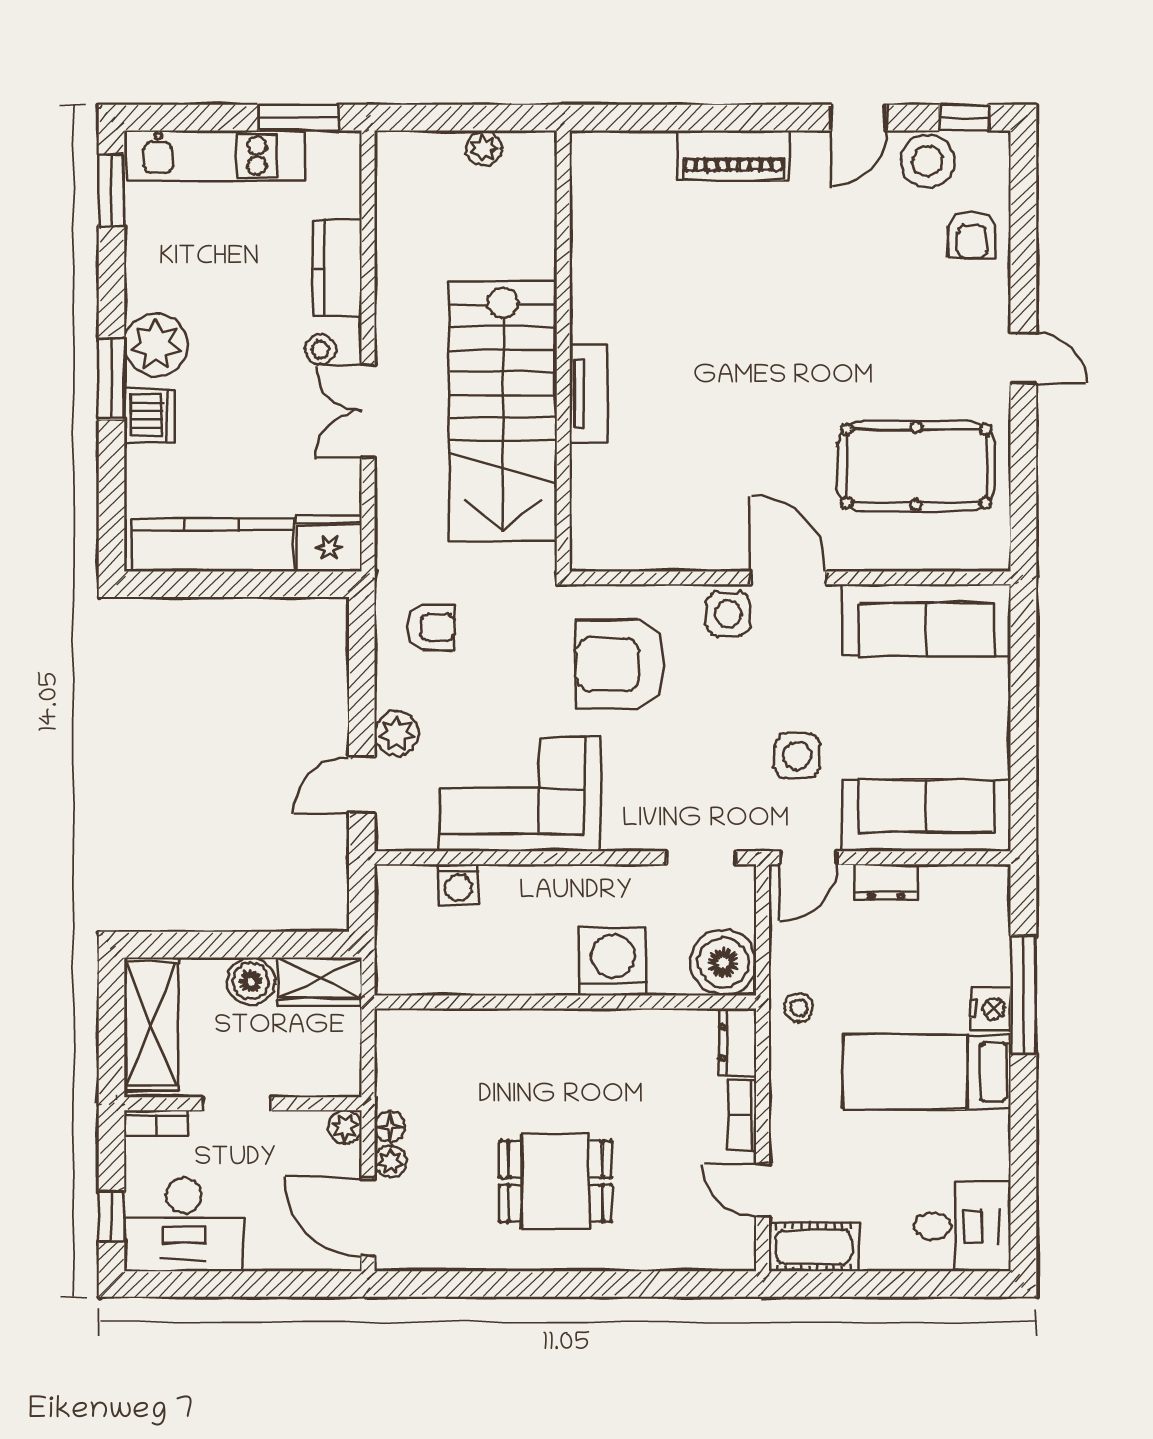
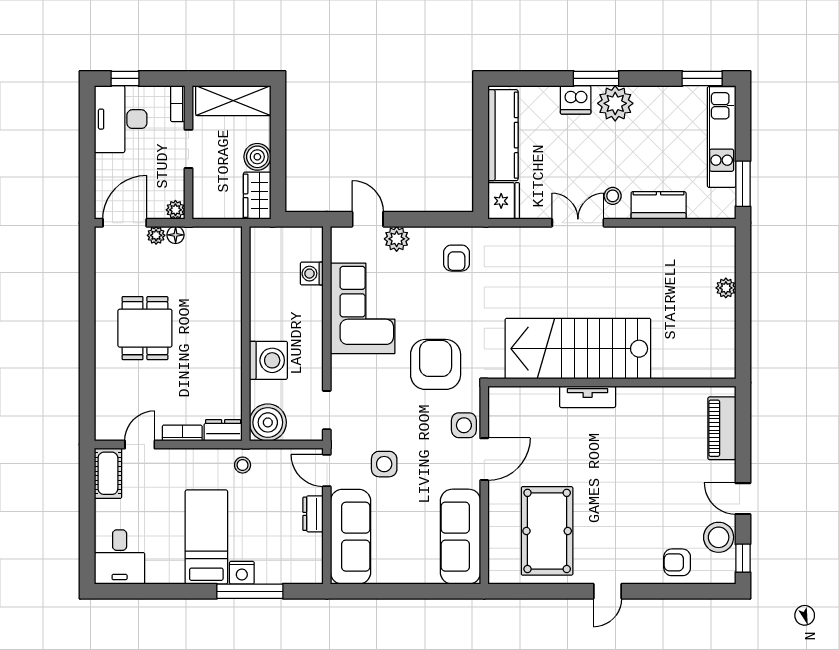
wall: (563, 351) -> (612, 383), moved
tv unit: (589, 394) -> (588, 397), moved
stairs: (503, 411) -> (578, 349), moved

